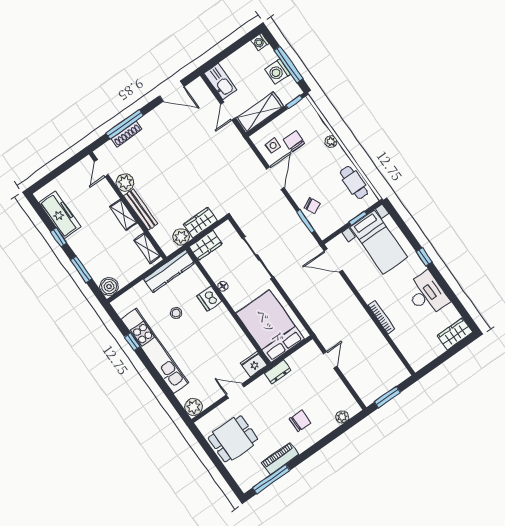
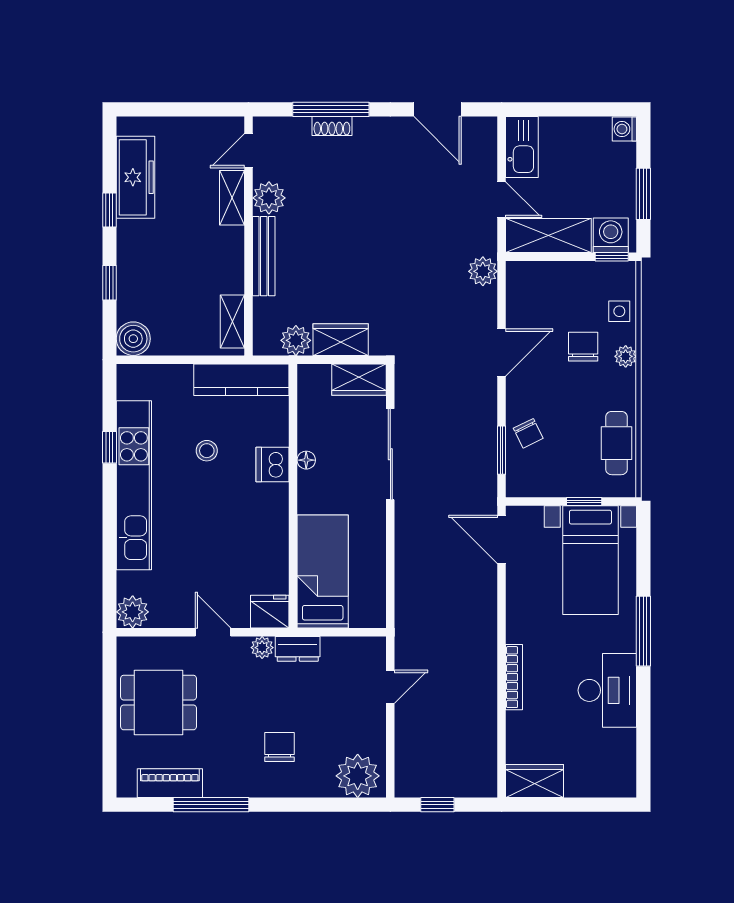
window: (288, 64) -> (643, 194), width x0.69
washing machine: (278, 72) -> (611, 235), moved, turned 90
door: (228, 111) -> (502, 200), swing flipped
shoe rack: (127, 134) -> (332, 126), width x0.70
chair: (294, 141) -> (583, 347), moved
side table: (273, 145) -> (619, 311), moved
plant: (242, 148) -> (483, 271), added
shelving: (123, 215) -> (232, 198), moved
wardrobe: (206, 245) -> (359, 380), moved
window: (424, 257) -> (643, 631), width x2.17
window: (81, 269) -> (109, 283), width x0.67
bed: (270, 326) -> (323, 571), width x0.67
wardrobe: (455, 334) -> (535, 781), moved
plant: (262, 382) -> (262, 648), added
window: (387, 397) -> (437, 805), width x0.67
plant: (342, 417) -> (358, 776), width x1.88, depth x1.88
chair: (300, 421) -> (279, 747), turned -90
piano: (280, 459) -> (170, 783), moved
window: (271, 479) -> (211, 805), moved

